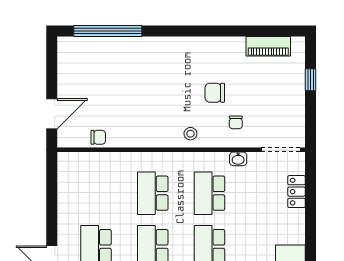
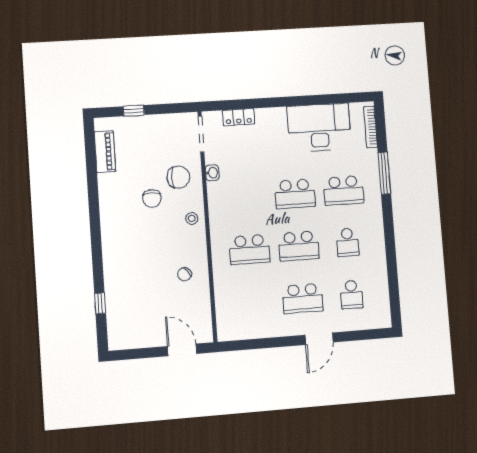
window: (108, 31) -> (100, 303), width x0.32
chair: (236, 122) -> (178, 177), width x1.87, depth x1.87
chair: (98, 137) -> (184, 274), moved, turned -131
school desk: (209, 193) -> (246, 197), removed

